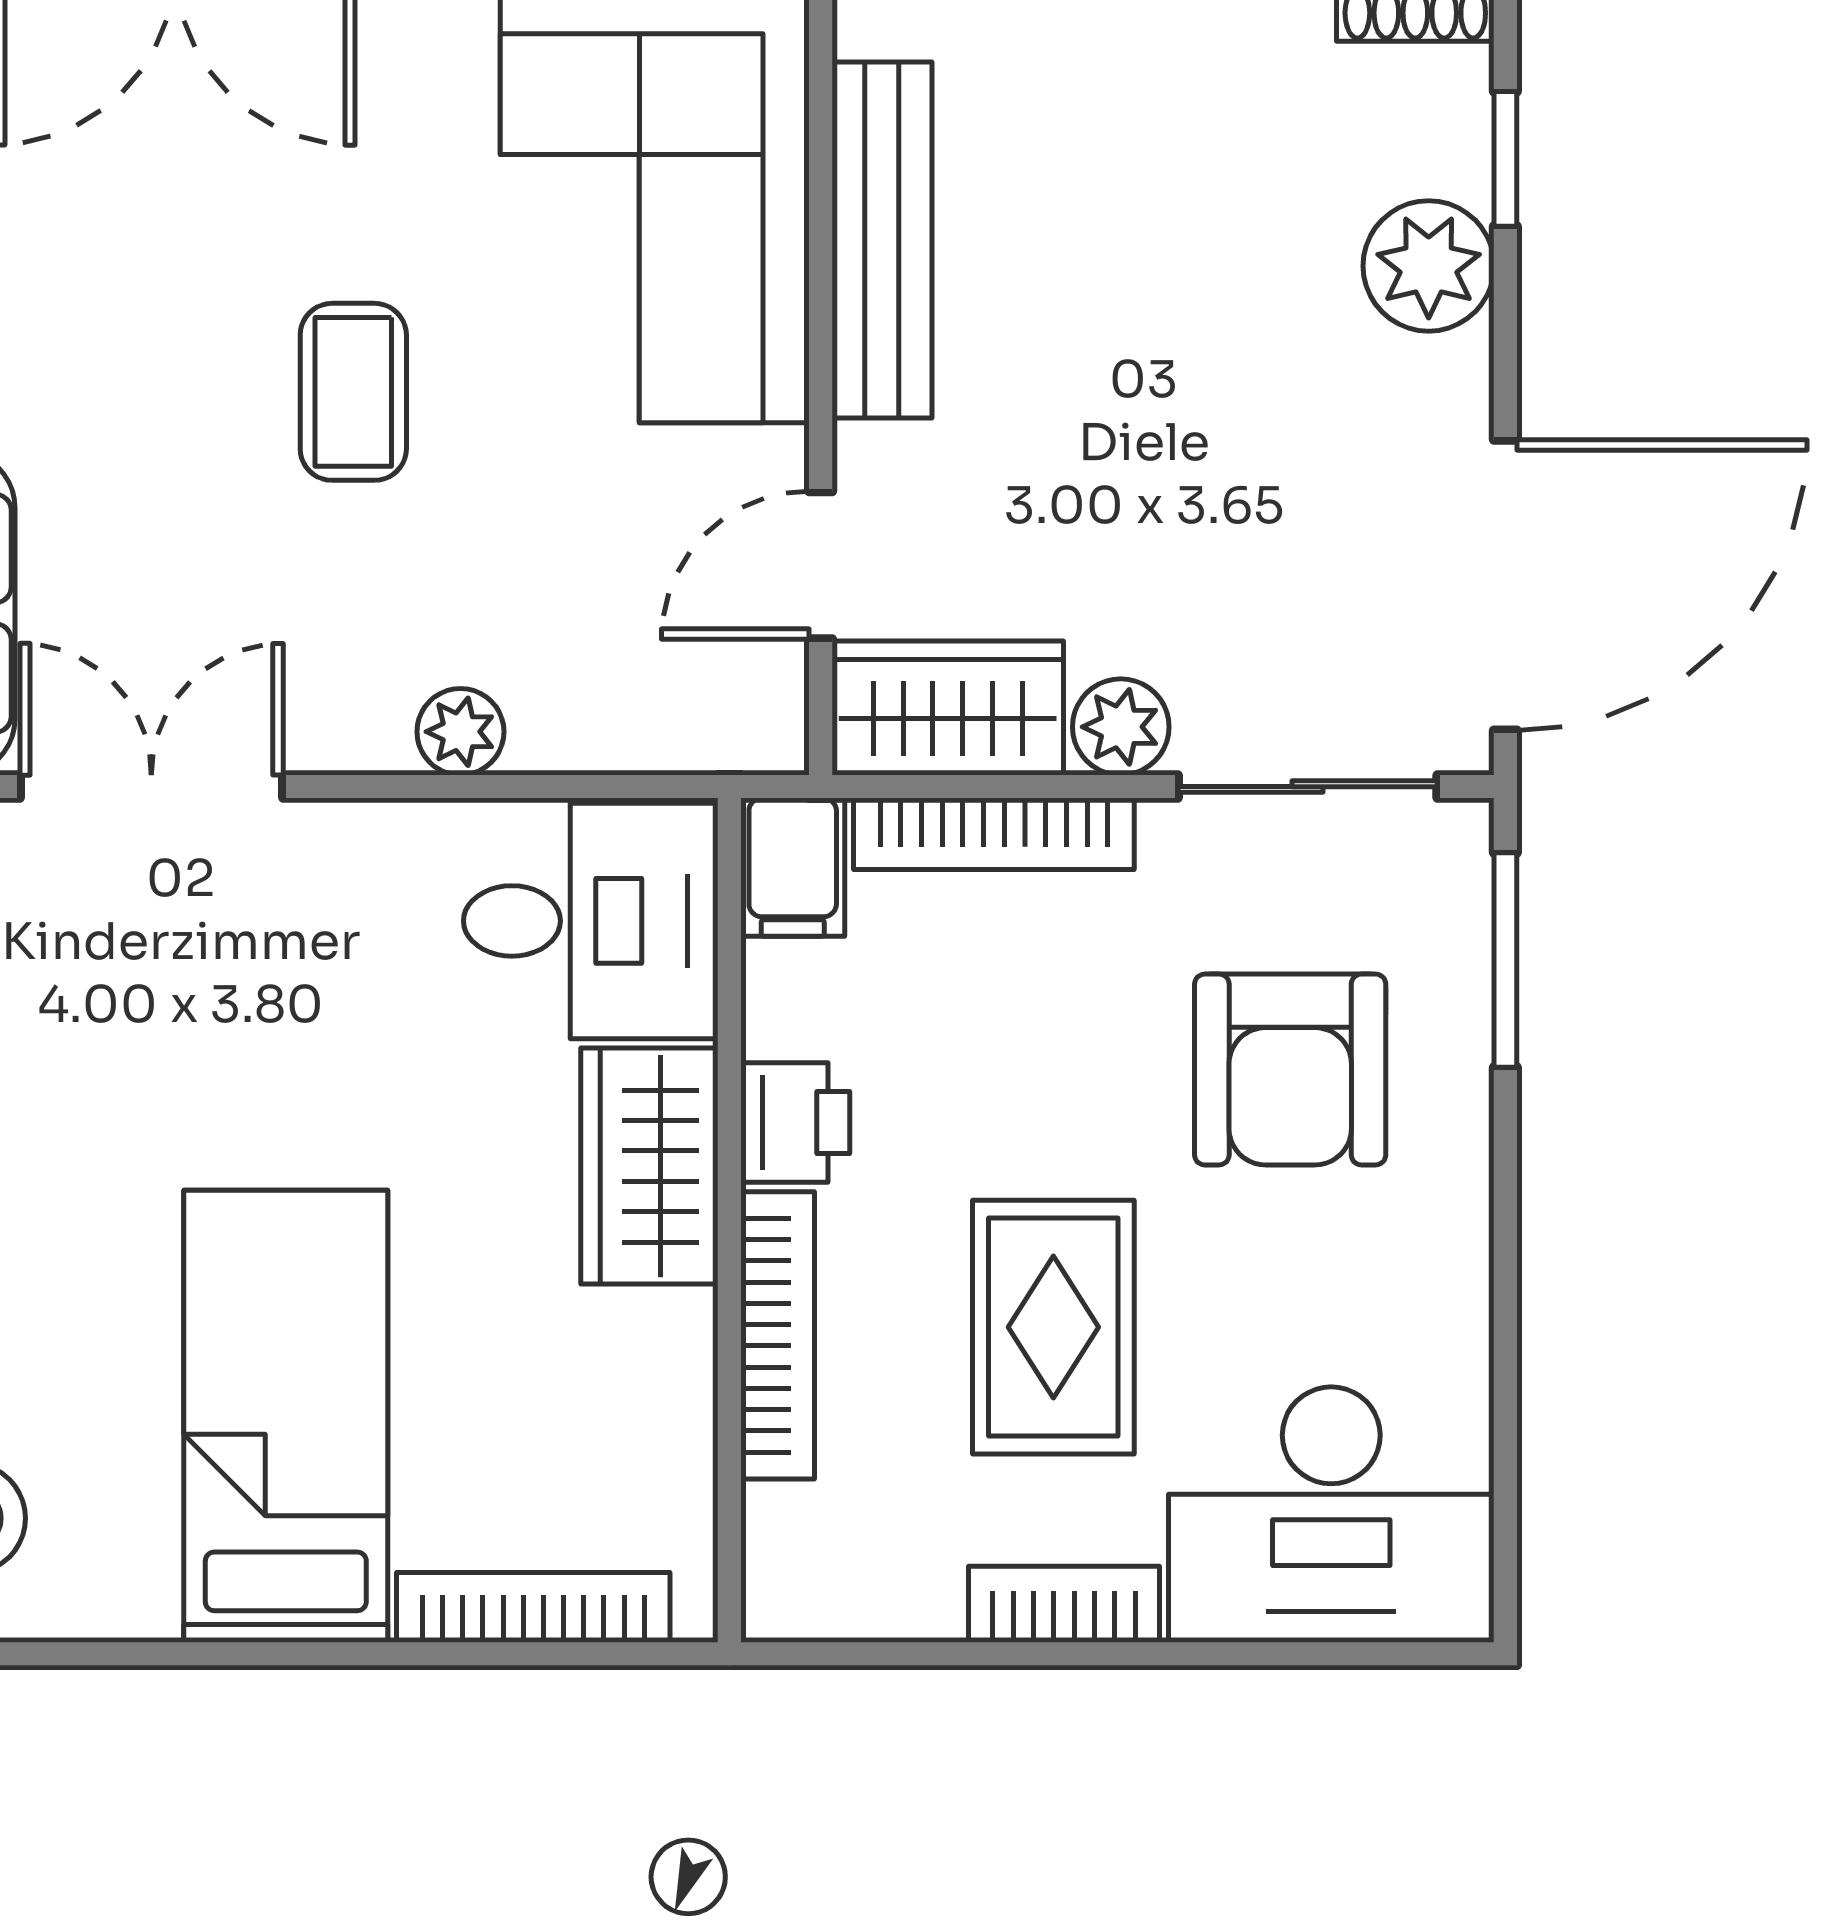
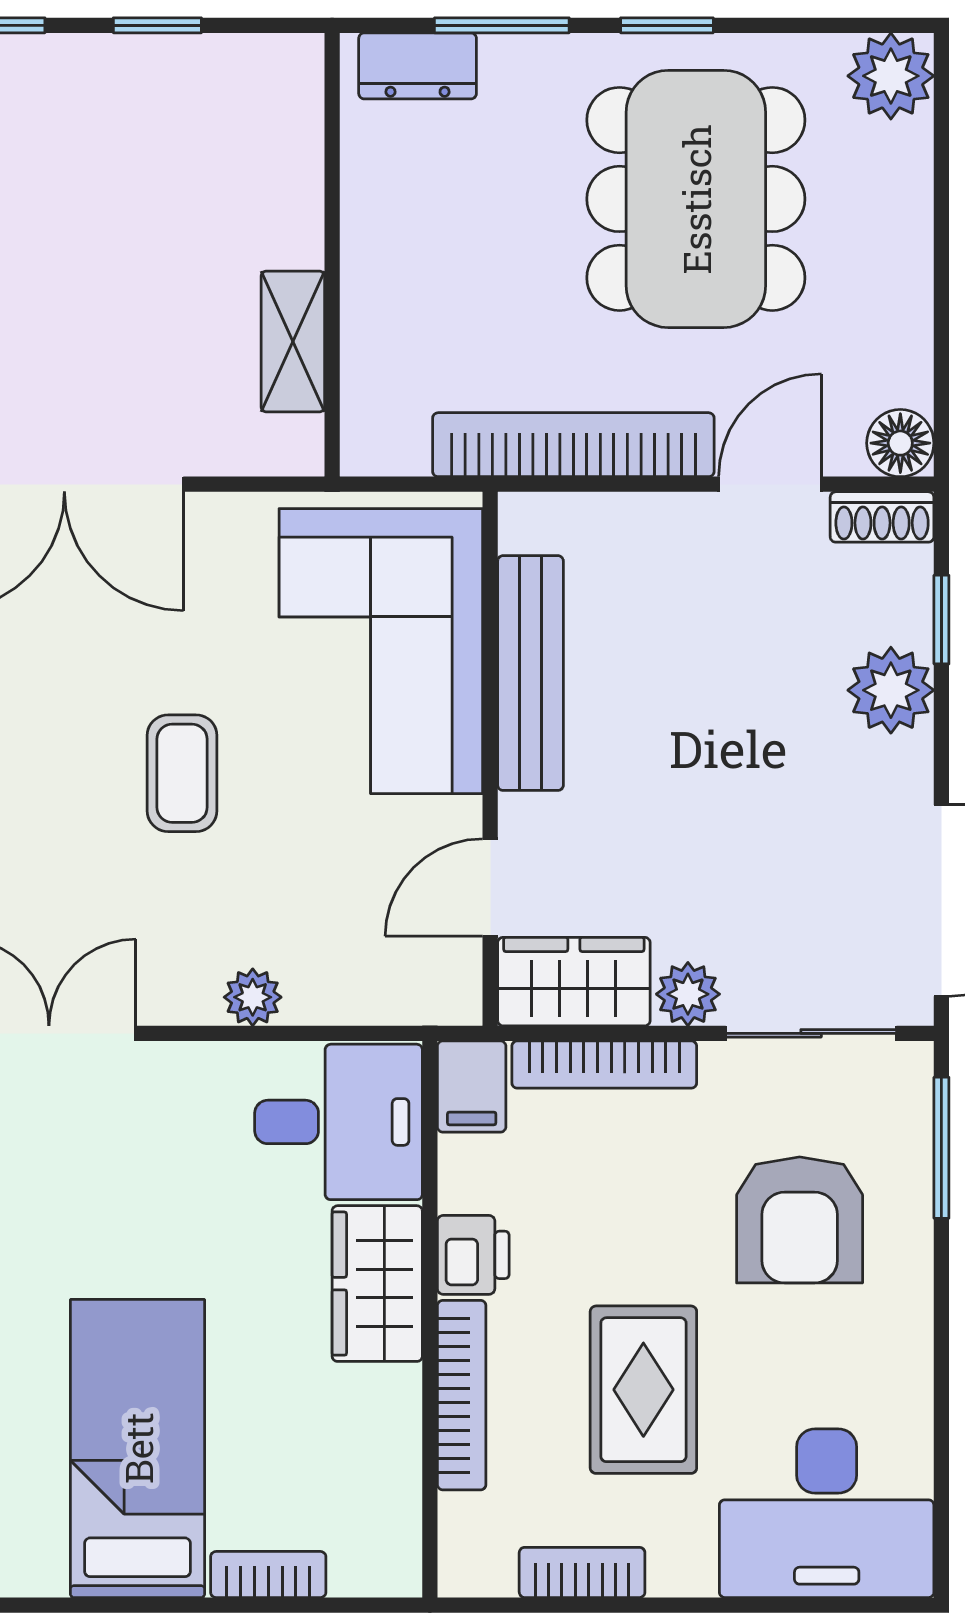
bookcase: (1064, 1604) -> (582, 1572), moved
bookcase: (533, 1607) -> (268, 1574), width x0.64

